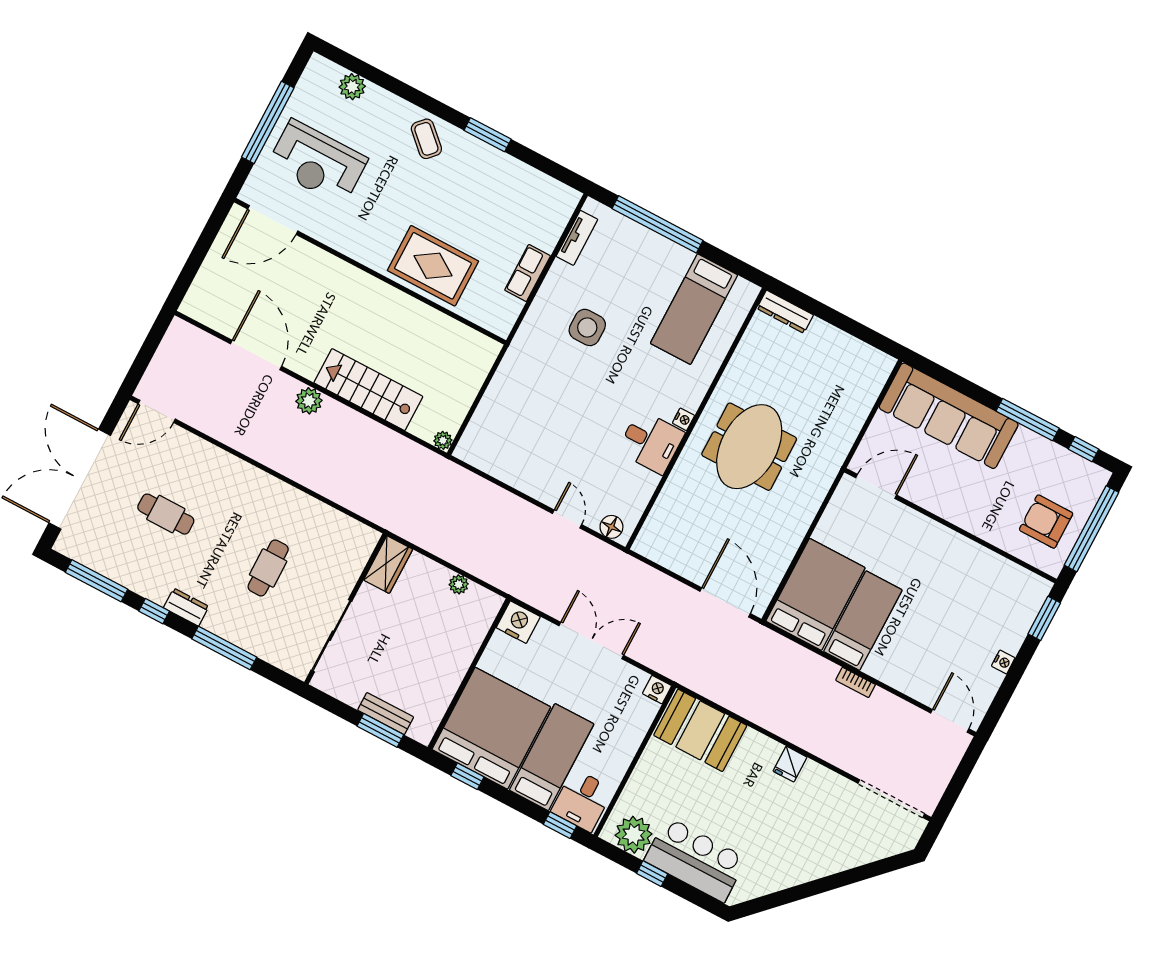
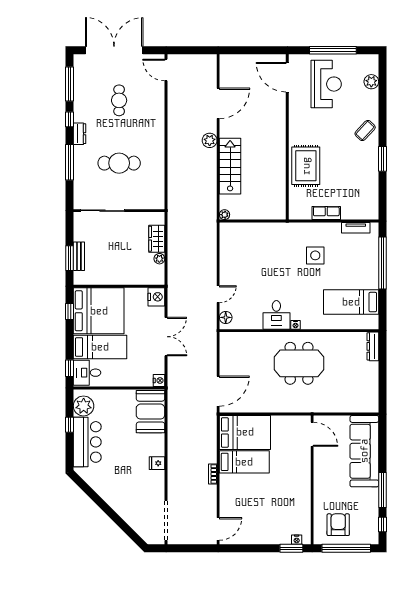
reception desk: (317, 162) -> (326, 84), turned 180
wardrobe: (388, 565) -> (157, 239), moved, turned 90
cafe table: (268, 568) -> (119, 163), width x1.37, depth x1.35
nightstand: (1003, 662) -> (297, 540), moved

